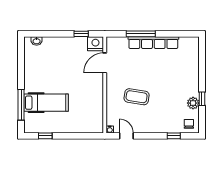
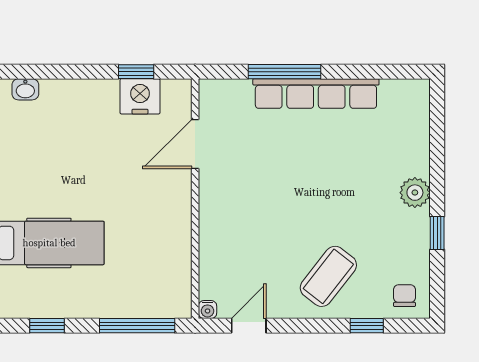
nightstand: (95, 44) -> (140, 96), moved
coffee table: (137, 97) -> (328, 276), moved, turned -61
plant: (193, 103) -> (415, 193), moved
window: (81, 136) -> (137, 326), added
door: (126, 136) -> (249, 326), hinge flipped

